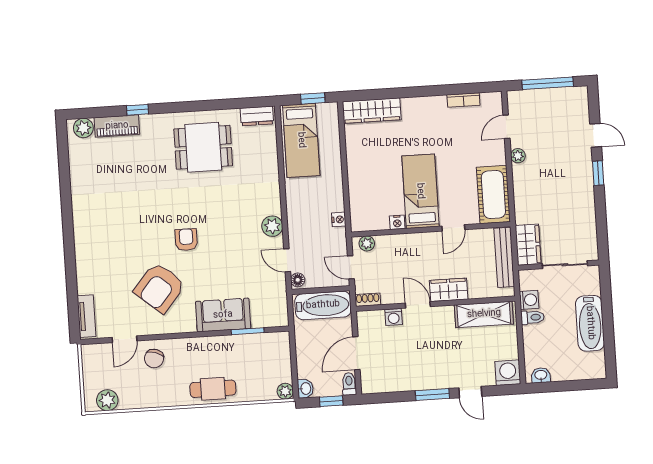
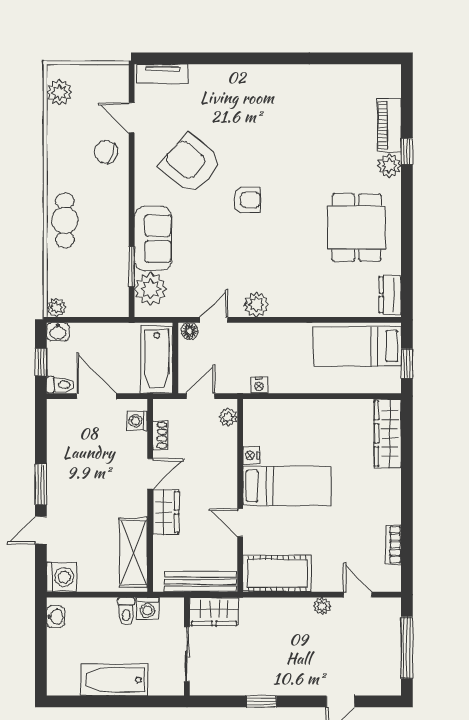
plant: (83, 128) -> (389, 166), moved
window: (598, 173) -> (261, 701), moved
shoe rack: (368, 300) -> (160, 435), moved
plant: (265, 314) -> (151, 289), added
washing machine: (394, 317) -> (137, 421), moved

